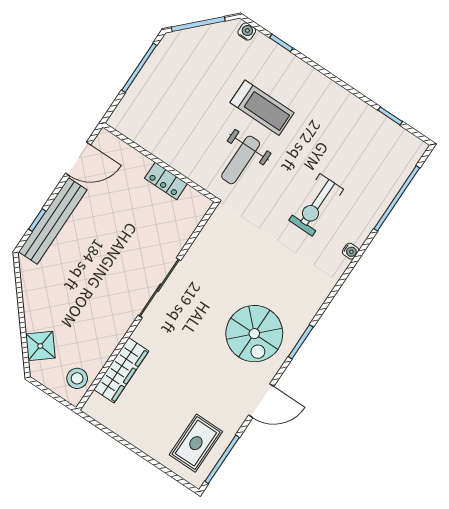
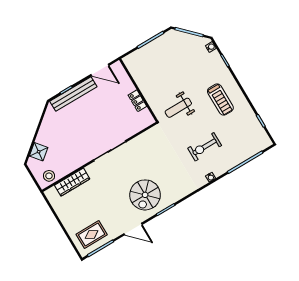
treadmill: (262, 108) -> (220, 100), moved

